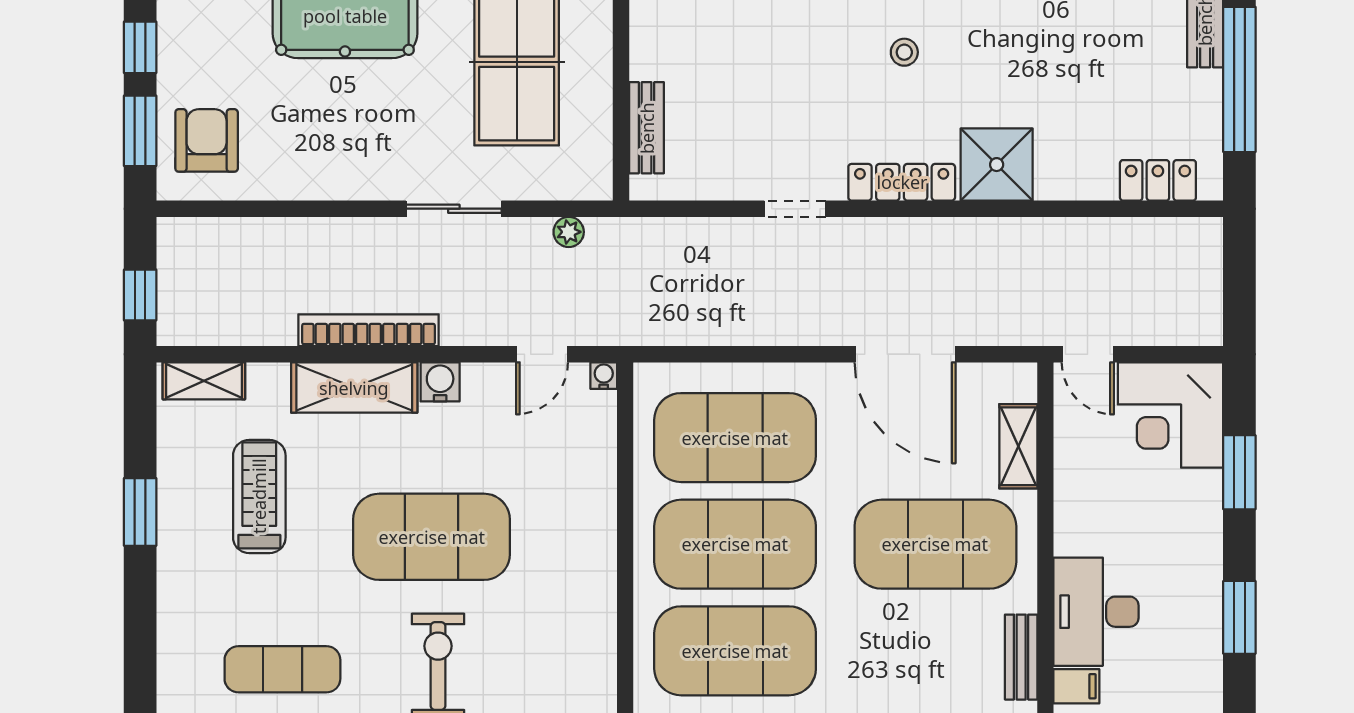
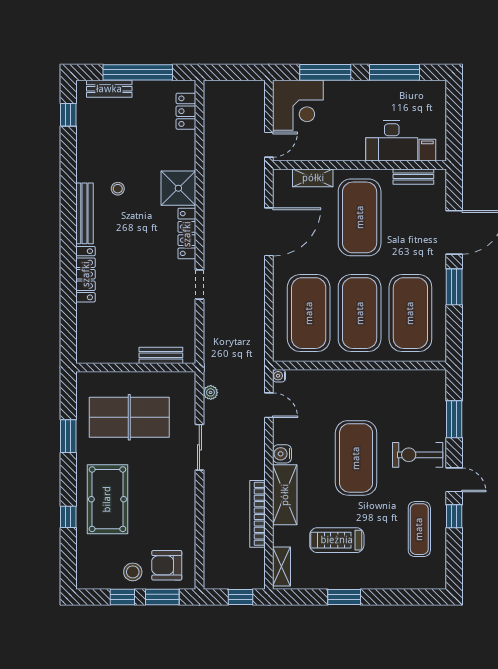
stool: (904, 52) -> (118, 189), moved
stool: (193, 69) -> (133, 572), added
bookcase: (369, 330) -> (257, 514), moved
window: (1239, 472) -> (325, 72), width x1.44
window: (1239, 617) -> (394, 72), width x1.44

